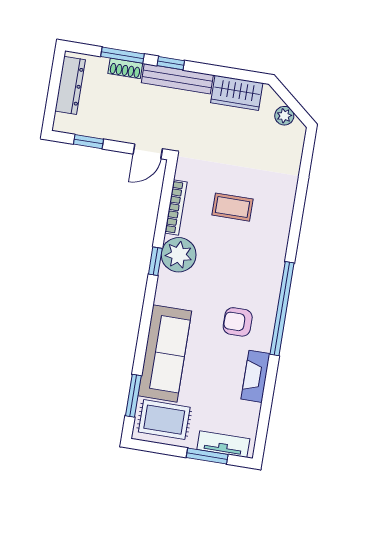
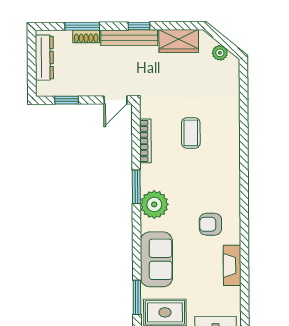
window: (171, 63) -> (139, 26), moved
coffee table: (233, 207) -> (191, 133), turned 90
plant: (179, 255) -> (154, 204), moved
window: (155, 261) -> (136, 187), width x1.50
window: (282, 309) -> (244, 208), removed
sofa: (165, 353) -> (156, 259), width x0.73

